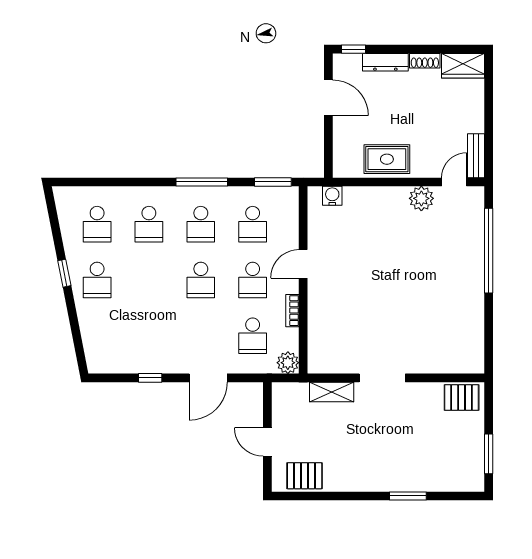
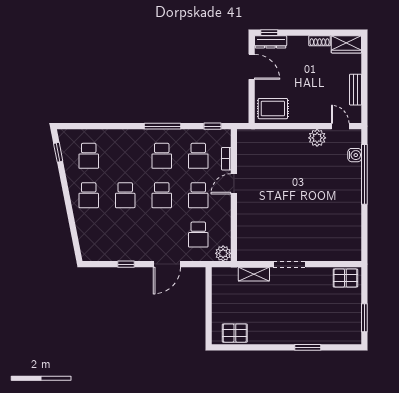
dresser: (385, 62) -> (271, 42), moved
bench: (476, 156) -> (356, 90), moved
rug: (387, 159) -> (273, 109), moved
window: (273, 182) -> (212, 126), width x0.67
door: (454, 182) -> (340, 126), hinge flipped
water cooler: (332, 196) -> (355, 155), moved, turned 90
school desk: (149, 224) -> (125, 195), moved
window: (64, 273) -> (58, 152), moved
bookcase: (292, 311) -> (226, 159), moved
door: (267, 442) -> (209, 309), removed

